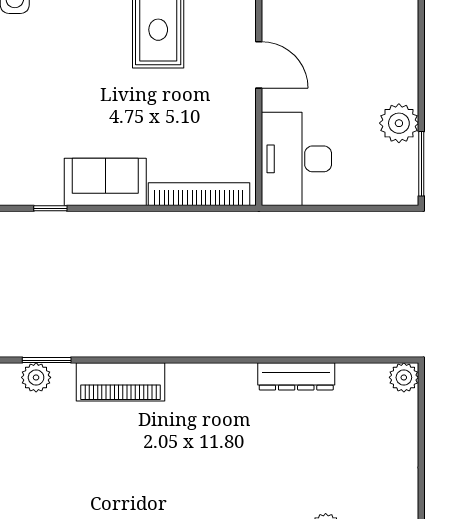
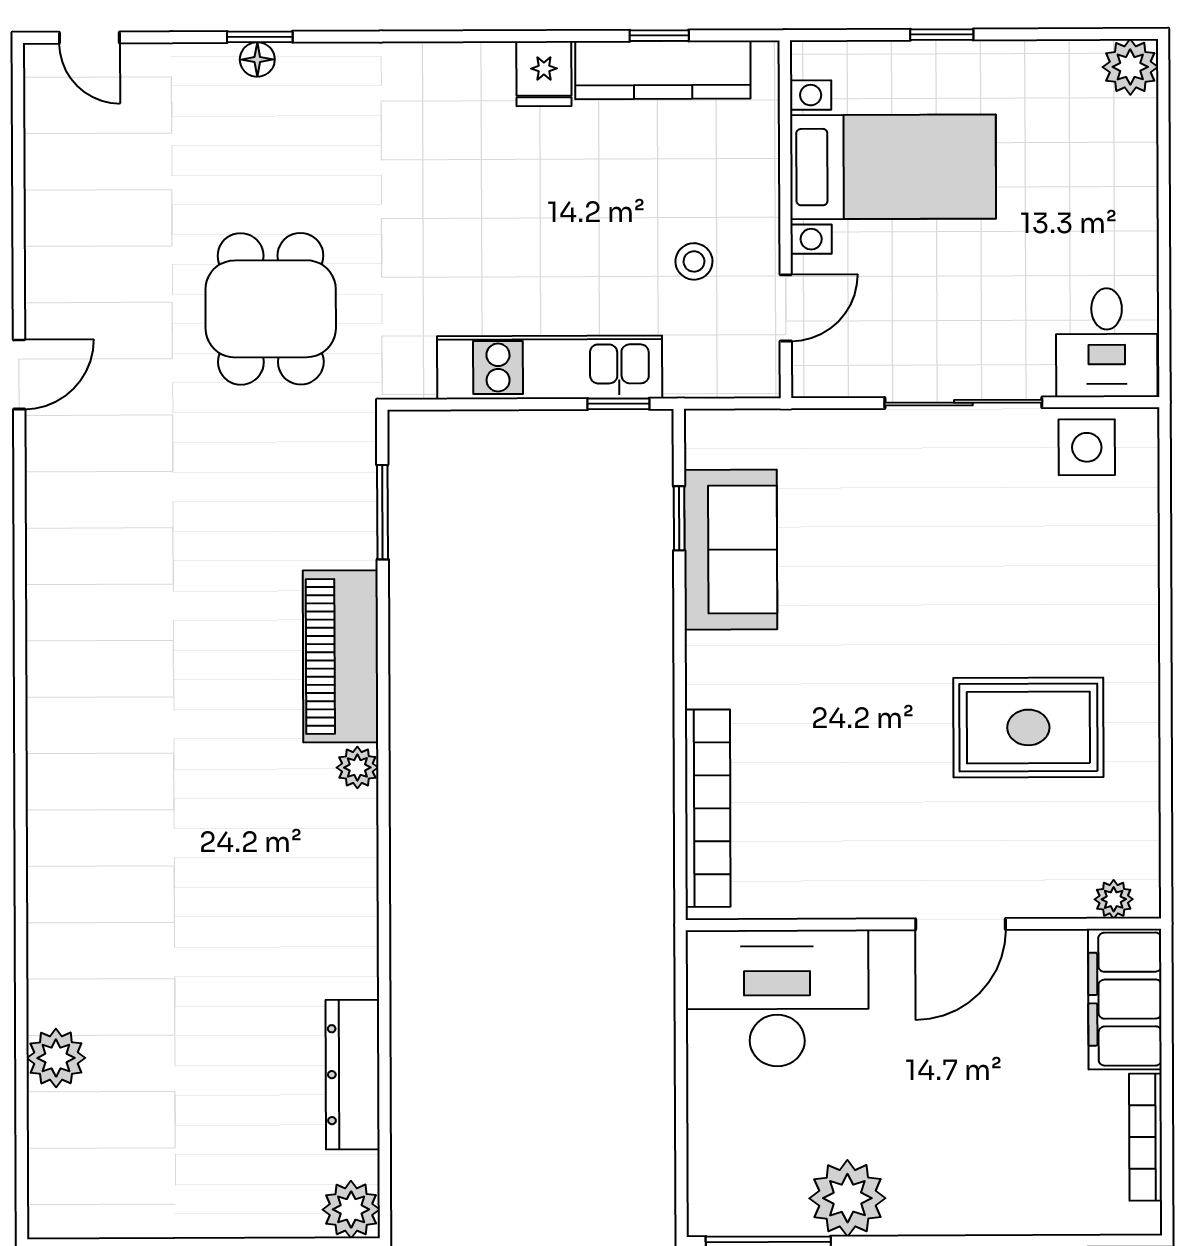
sofa: (105, 182) -> (731, 550), moved
dresser: (296, 376) -> (353, 1075), moved
plant: (36, 377) -> (357, 767), moved, width x0.73, depth x0.73

